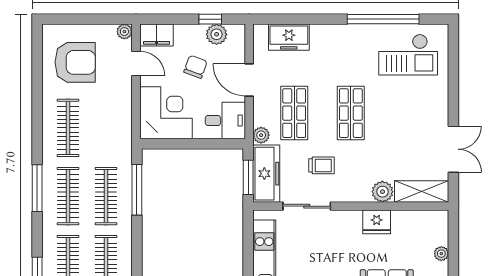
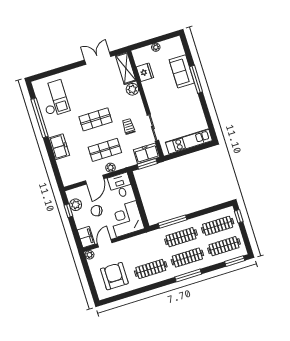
freezer: (289, 37) -> (59, 147), moved
plant: (261, 135) -> (110, 168), moved
freezer: (266, 174) -> (147, 153), width x0.71
fridge: (377, 222) -> (145, 72), moved

